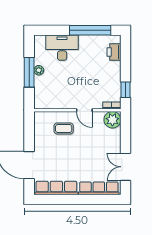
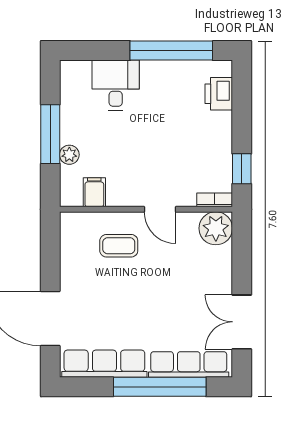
desk: (62, 48) -> (116, 85), width x0.73
plant: (39, 70) -> (69, 155), moved
filing cabinet: (51, 102) -> (94, 192), added
window: (84, 200) -> (160, 387), added

